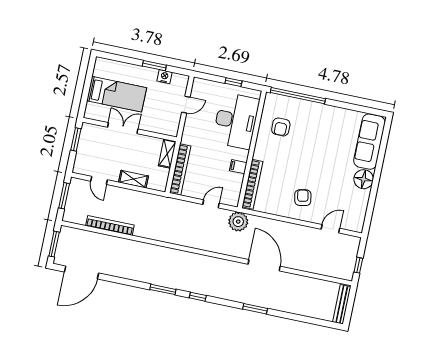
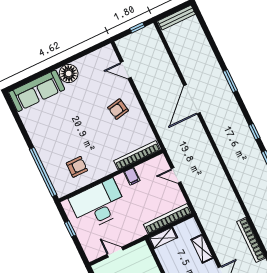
plant: (238, 222) -> (174, 144), removed

